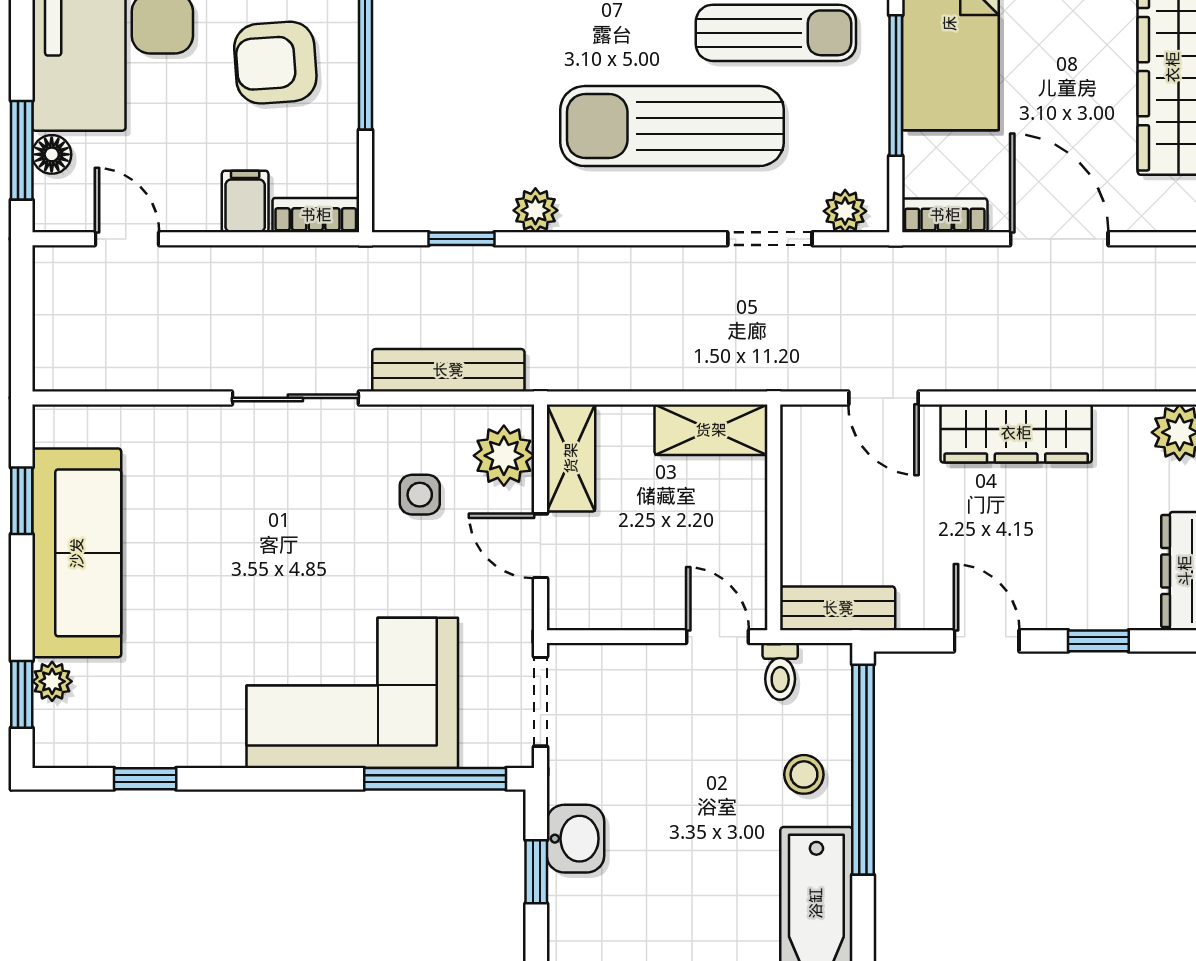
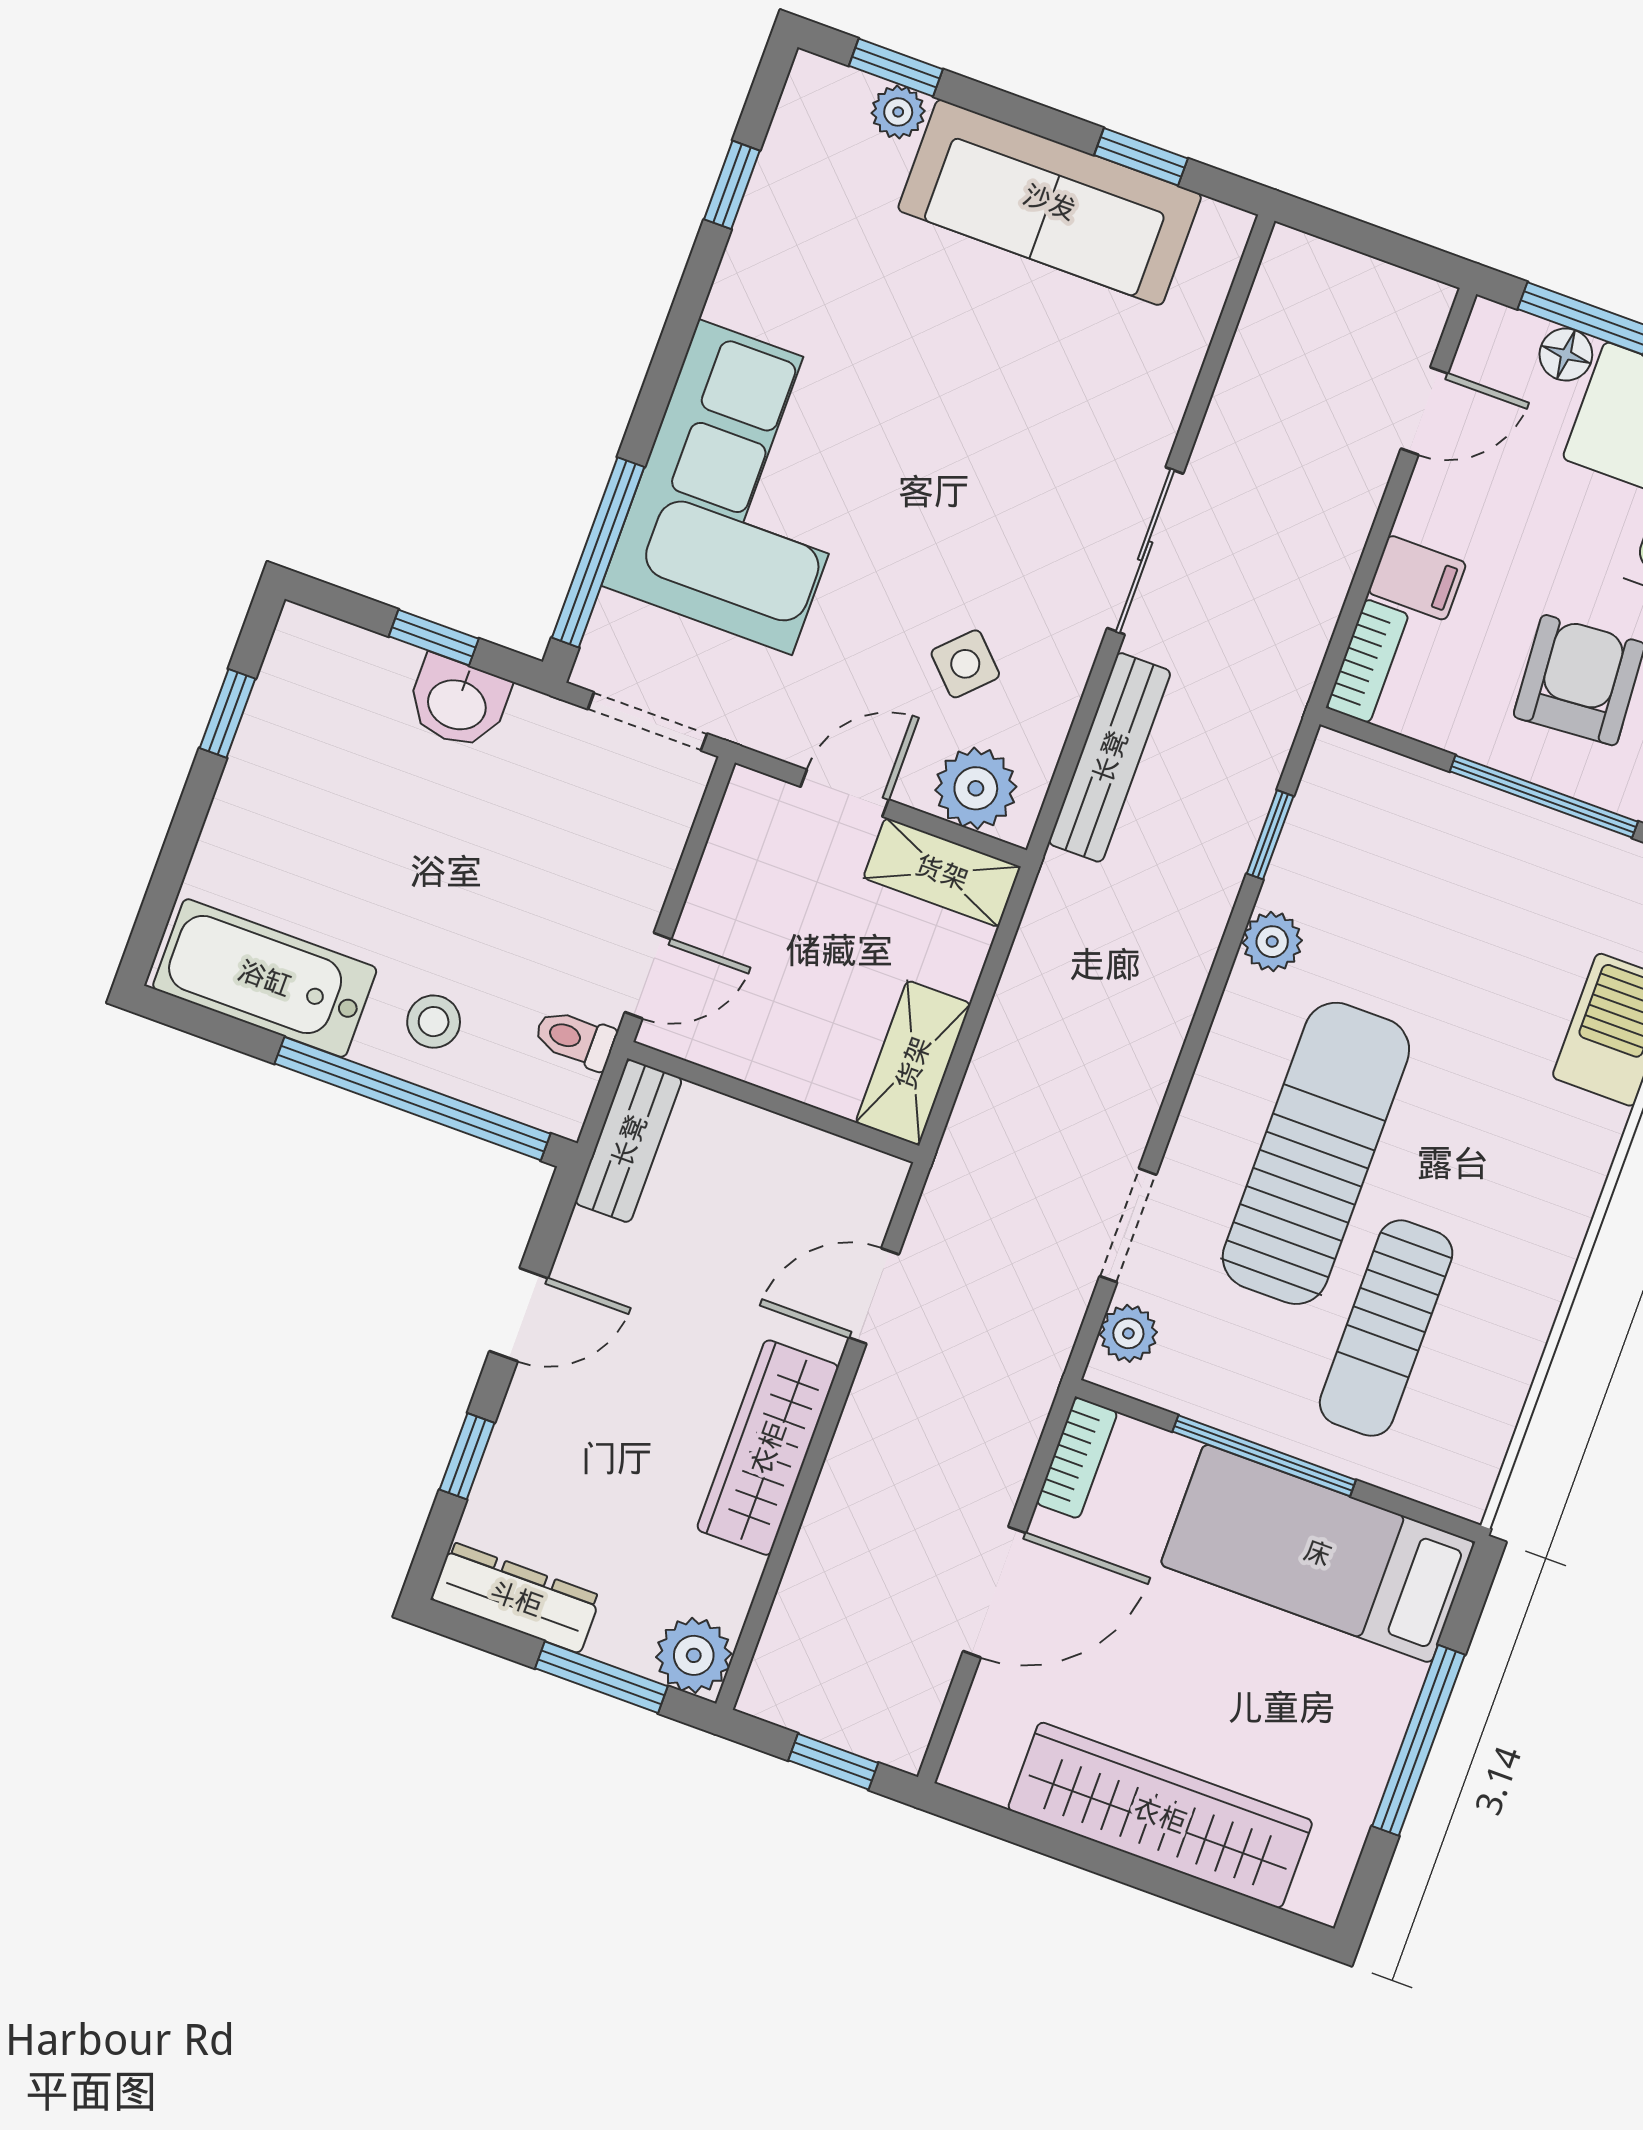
side table: (420, 495) -> (965, 664), turned 45

